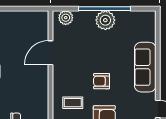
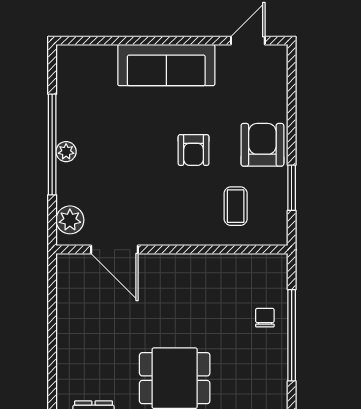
plant: (105, 20) -> (66, 152), width x0.53, depth x0.53
door: (51, 53) -> (115, 250), moved

